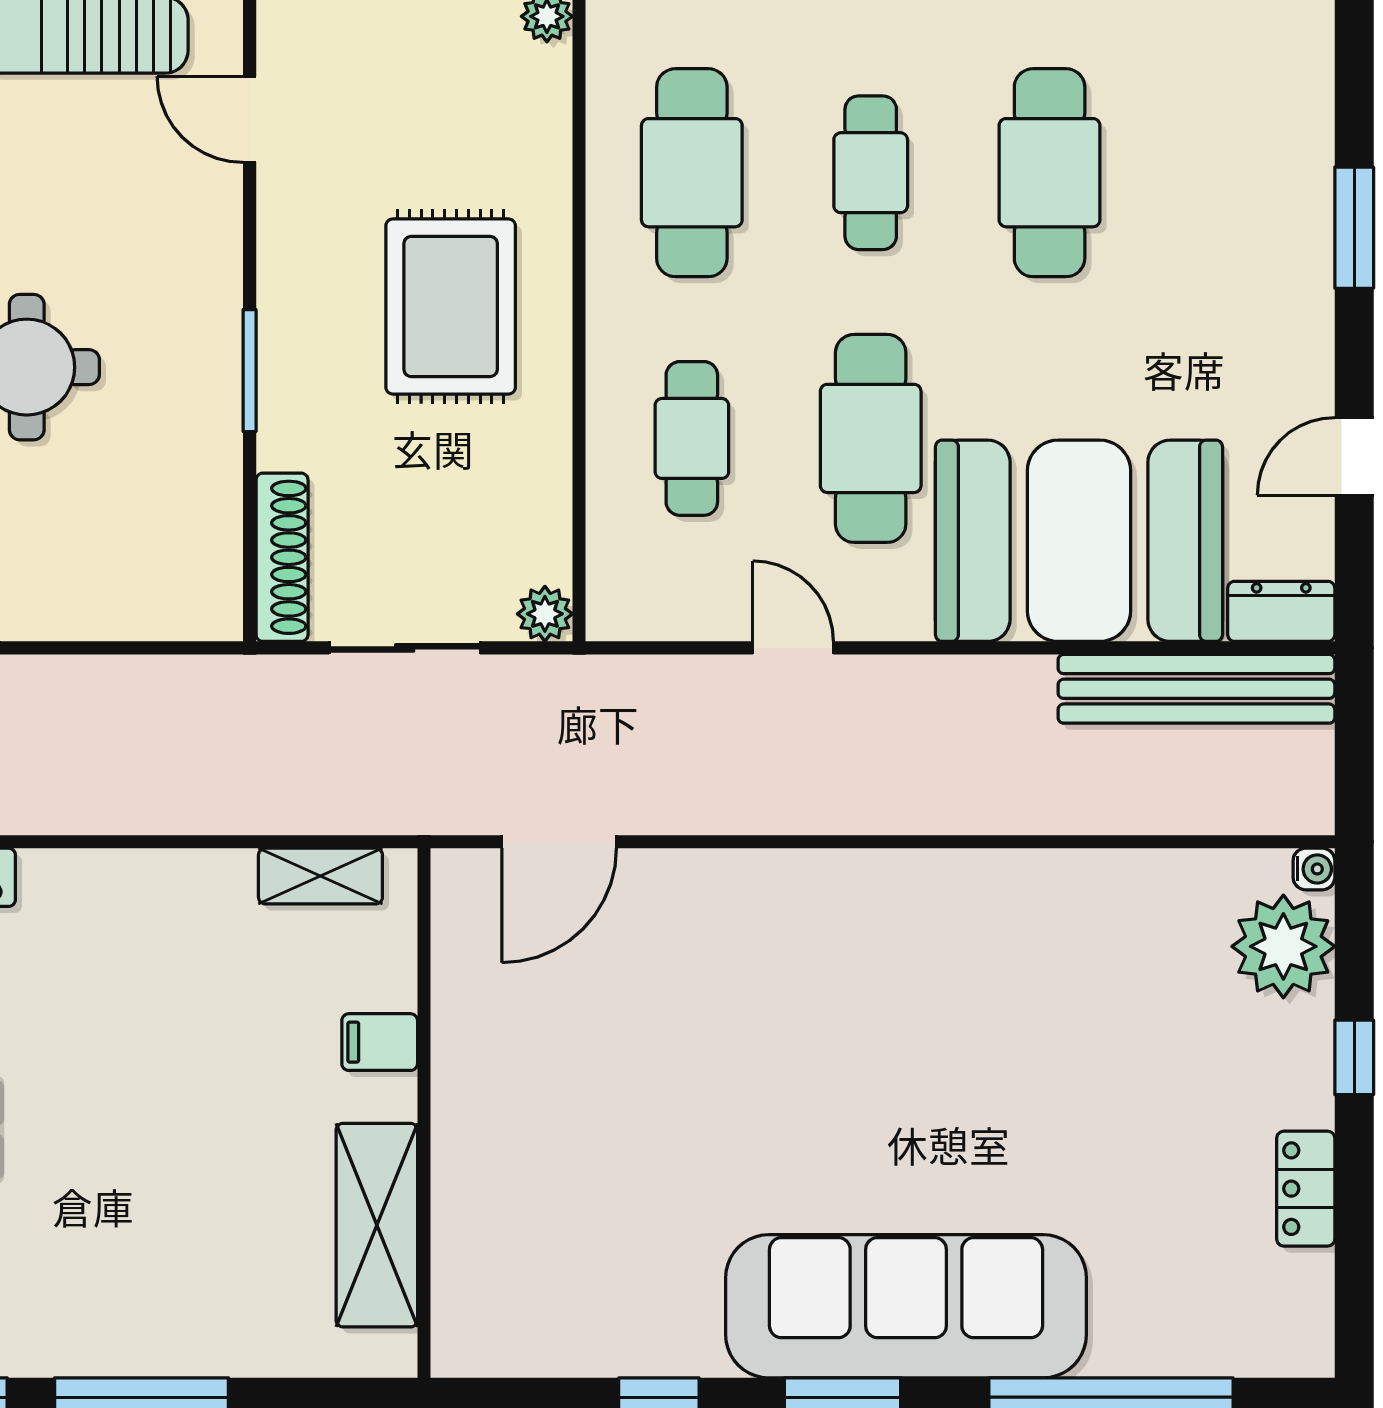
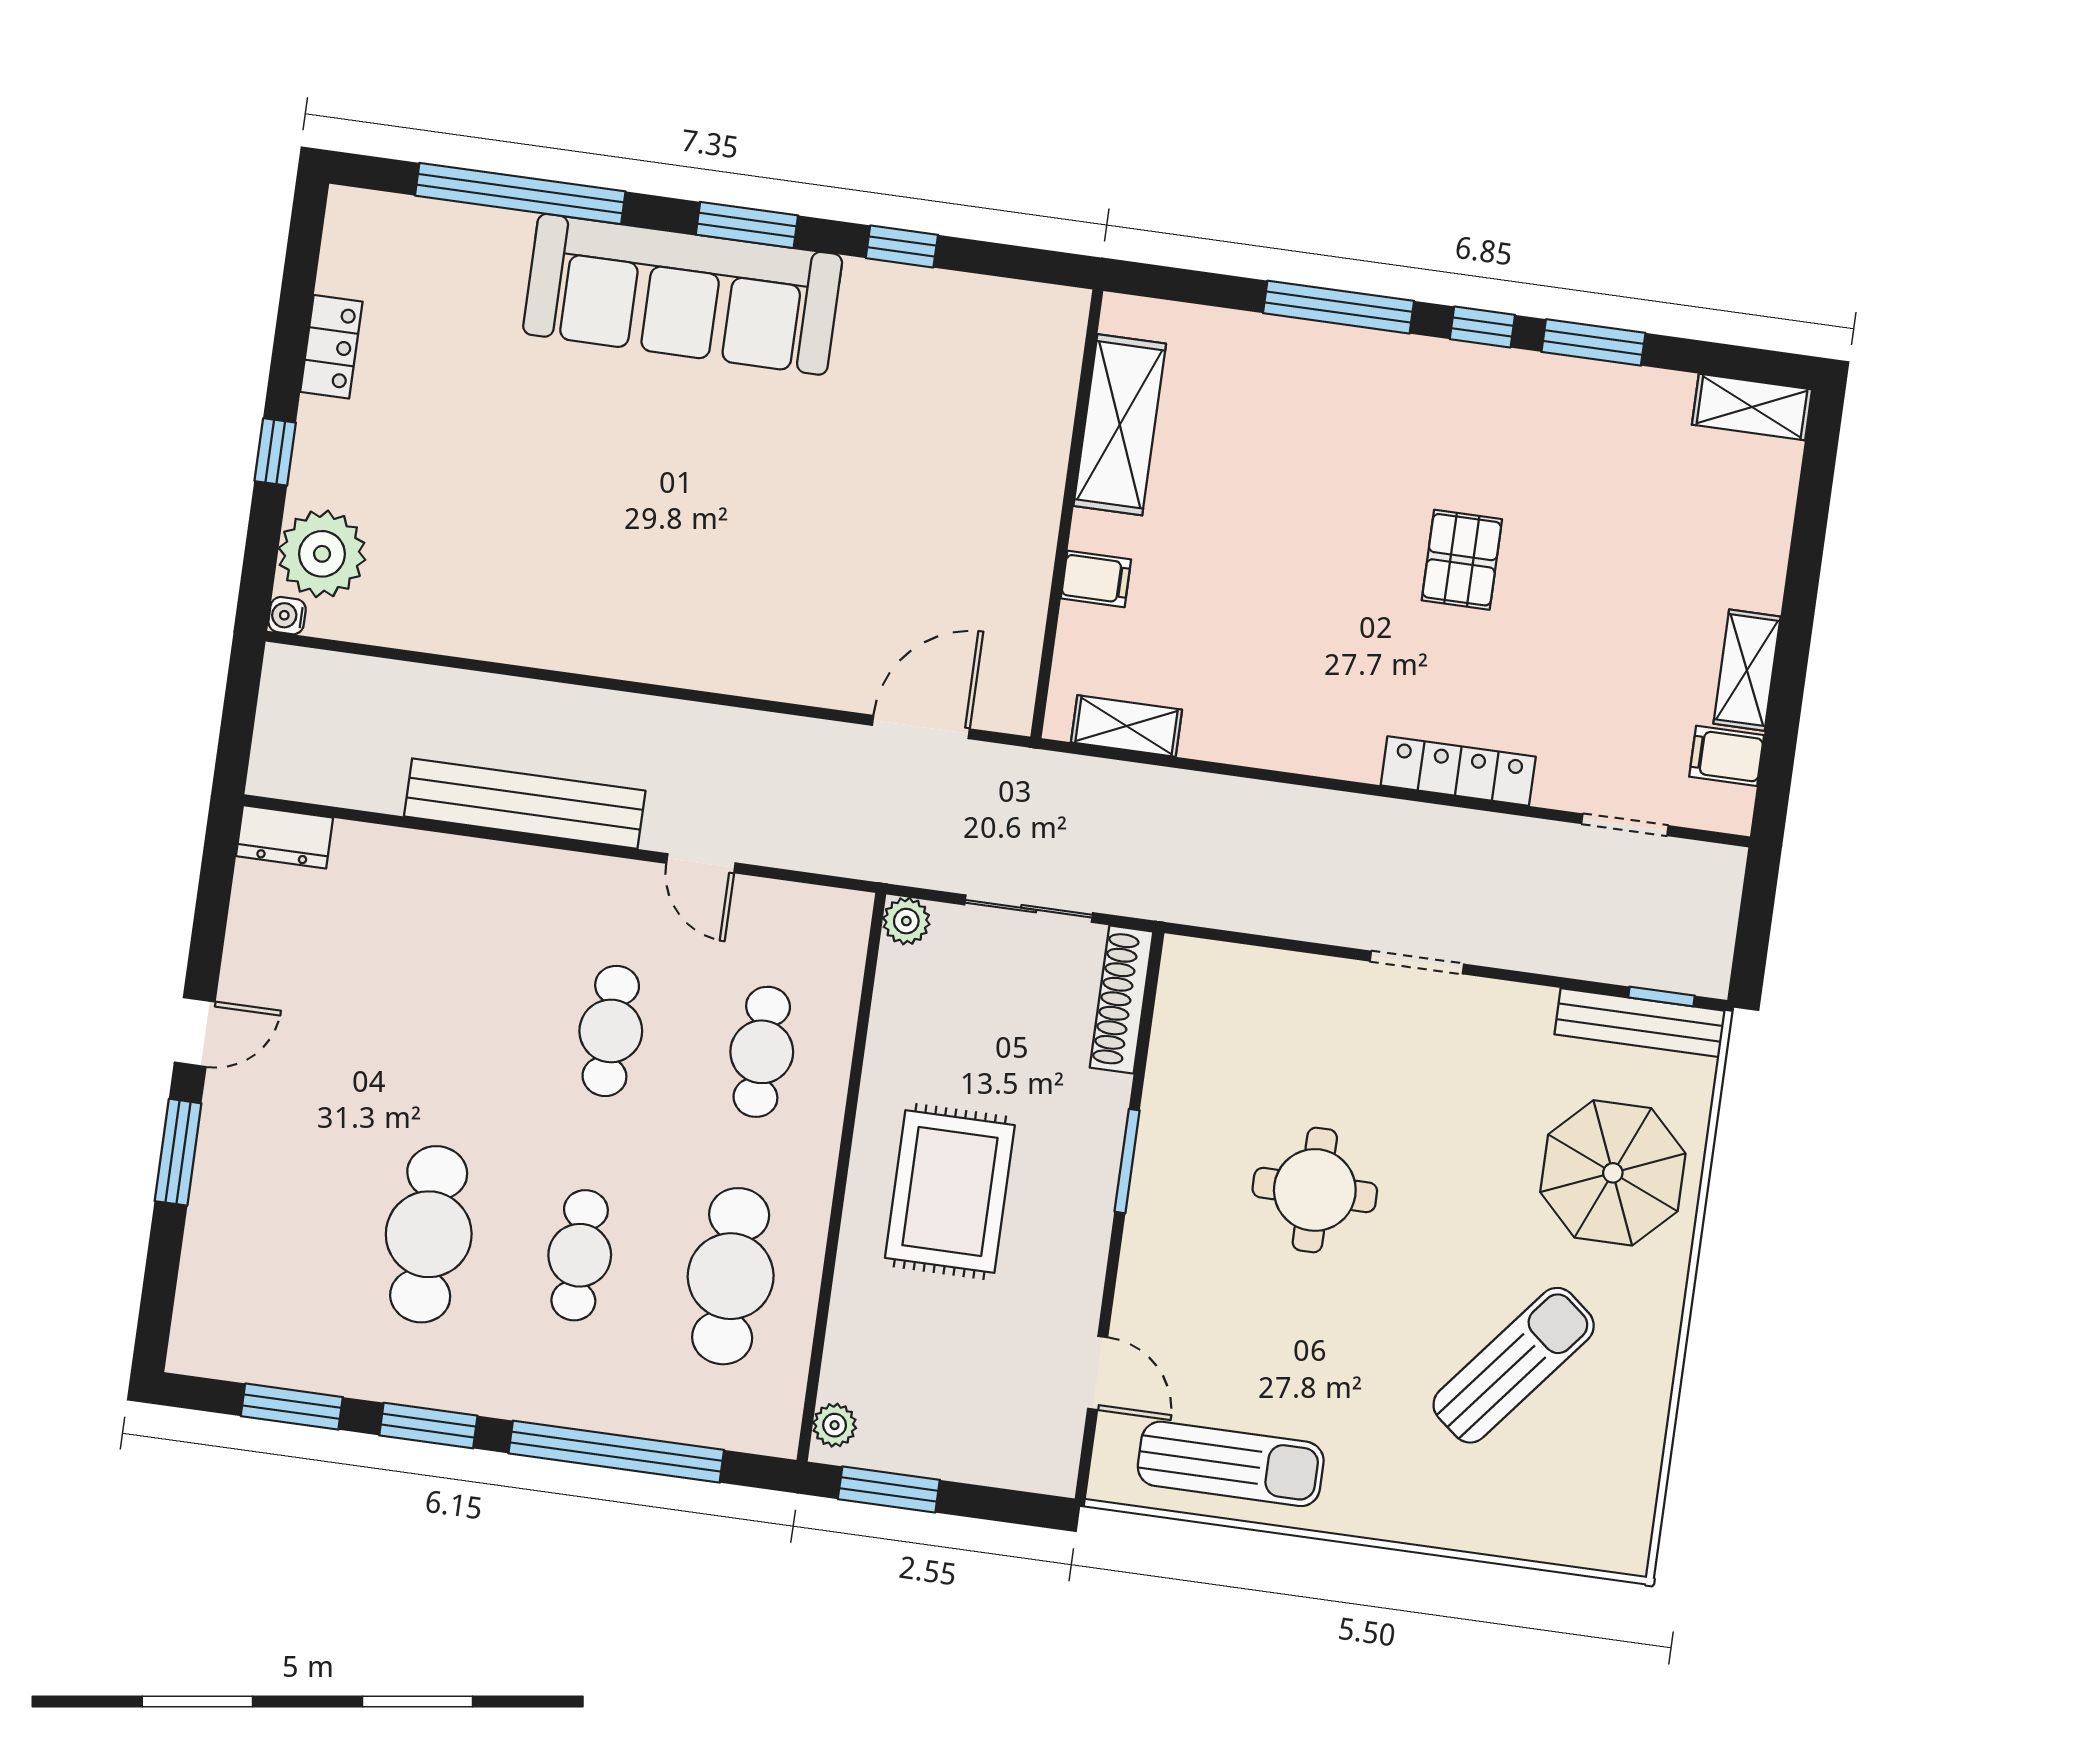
cafe table: (871, 438) -> (611, 1031), width x0.73, depth x0.74
door: (1354, 456) -> (195, 1032), moved
booth: (1079, 541) -> (447, 920), removed
bench: (1196, 689) -> (525, 804), moved

